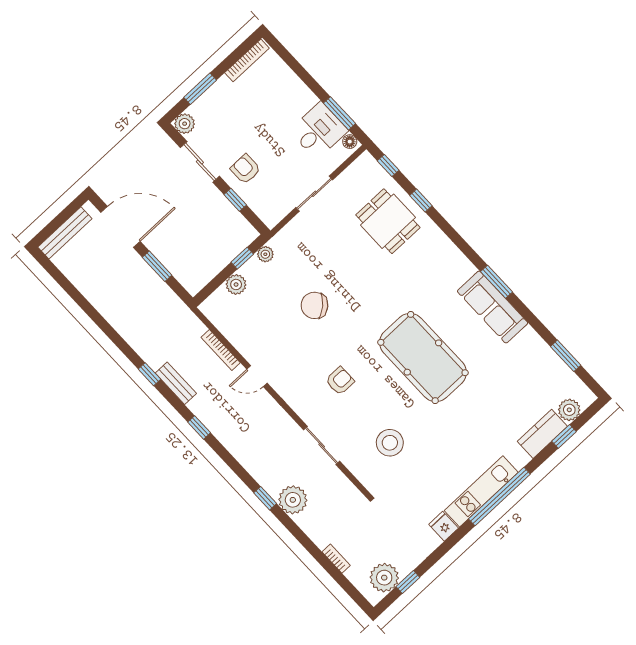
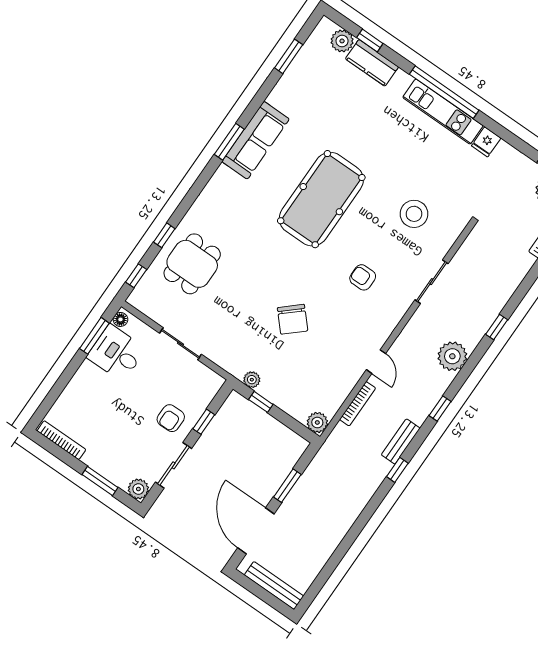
plant: (236, 284) -> (317, 422), moved
plant: (293, 500) -> (452, 356), moved

